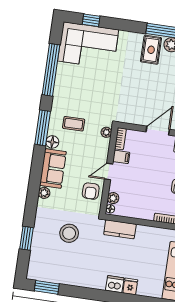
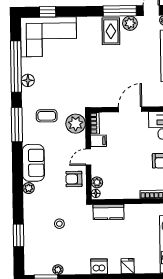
plant: (106, 132) -> (76, 124), width x1.87, depth x1.87
floor lamp: (52, 142) -> (28, 80), moved
armchair: (91, 191) -> (74, 179), turned 90
stool: (69, 233) -> (59, 224), width x0.53, depth x0.53
plant: (60, 279) -> (58, 270), added
dishwasher: (115, 284) -> (99, 266), moved

